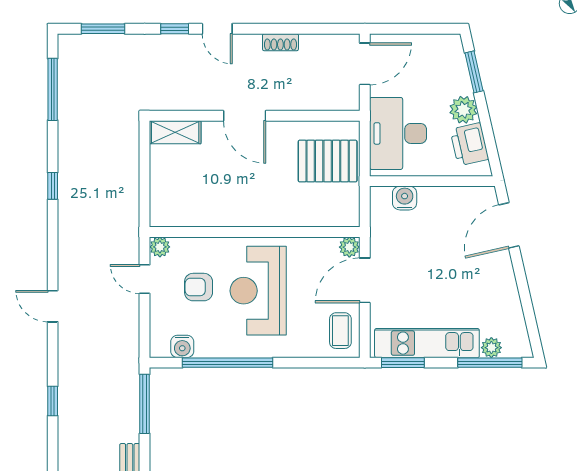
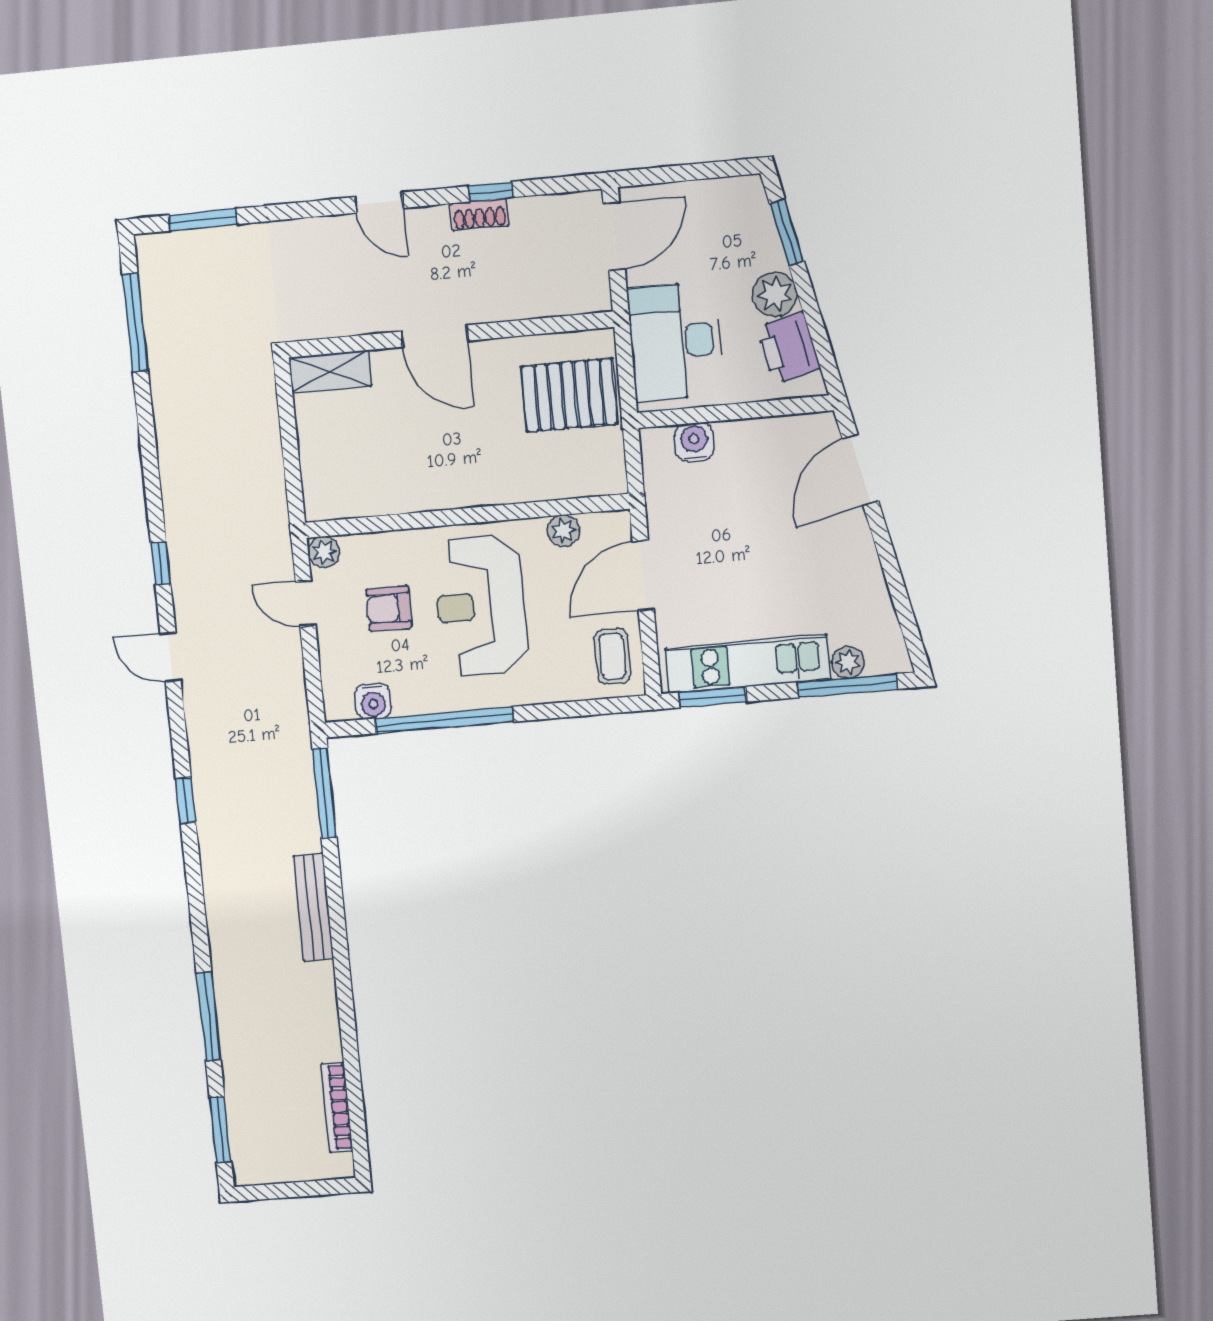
window: (175, 29) -> (491, 192), moved
window: (53, 186) -> (161, 563), moved
plant: (349, 247) -> (563, 531), moved

